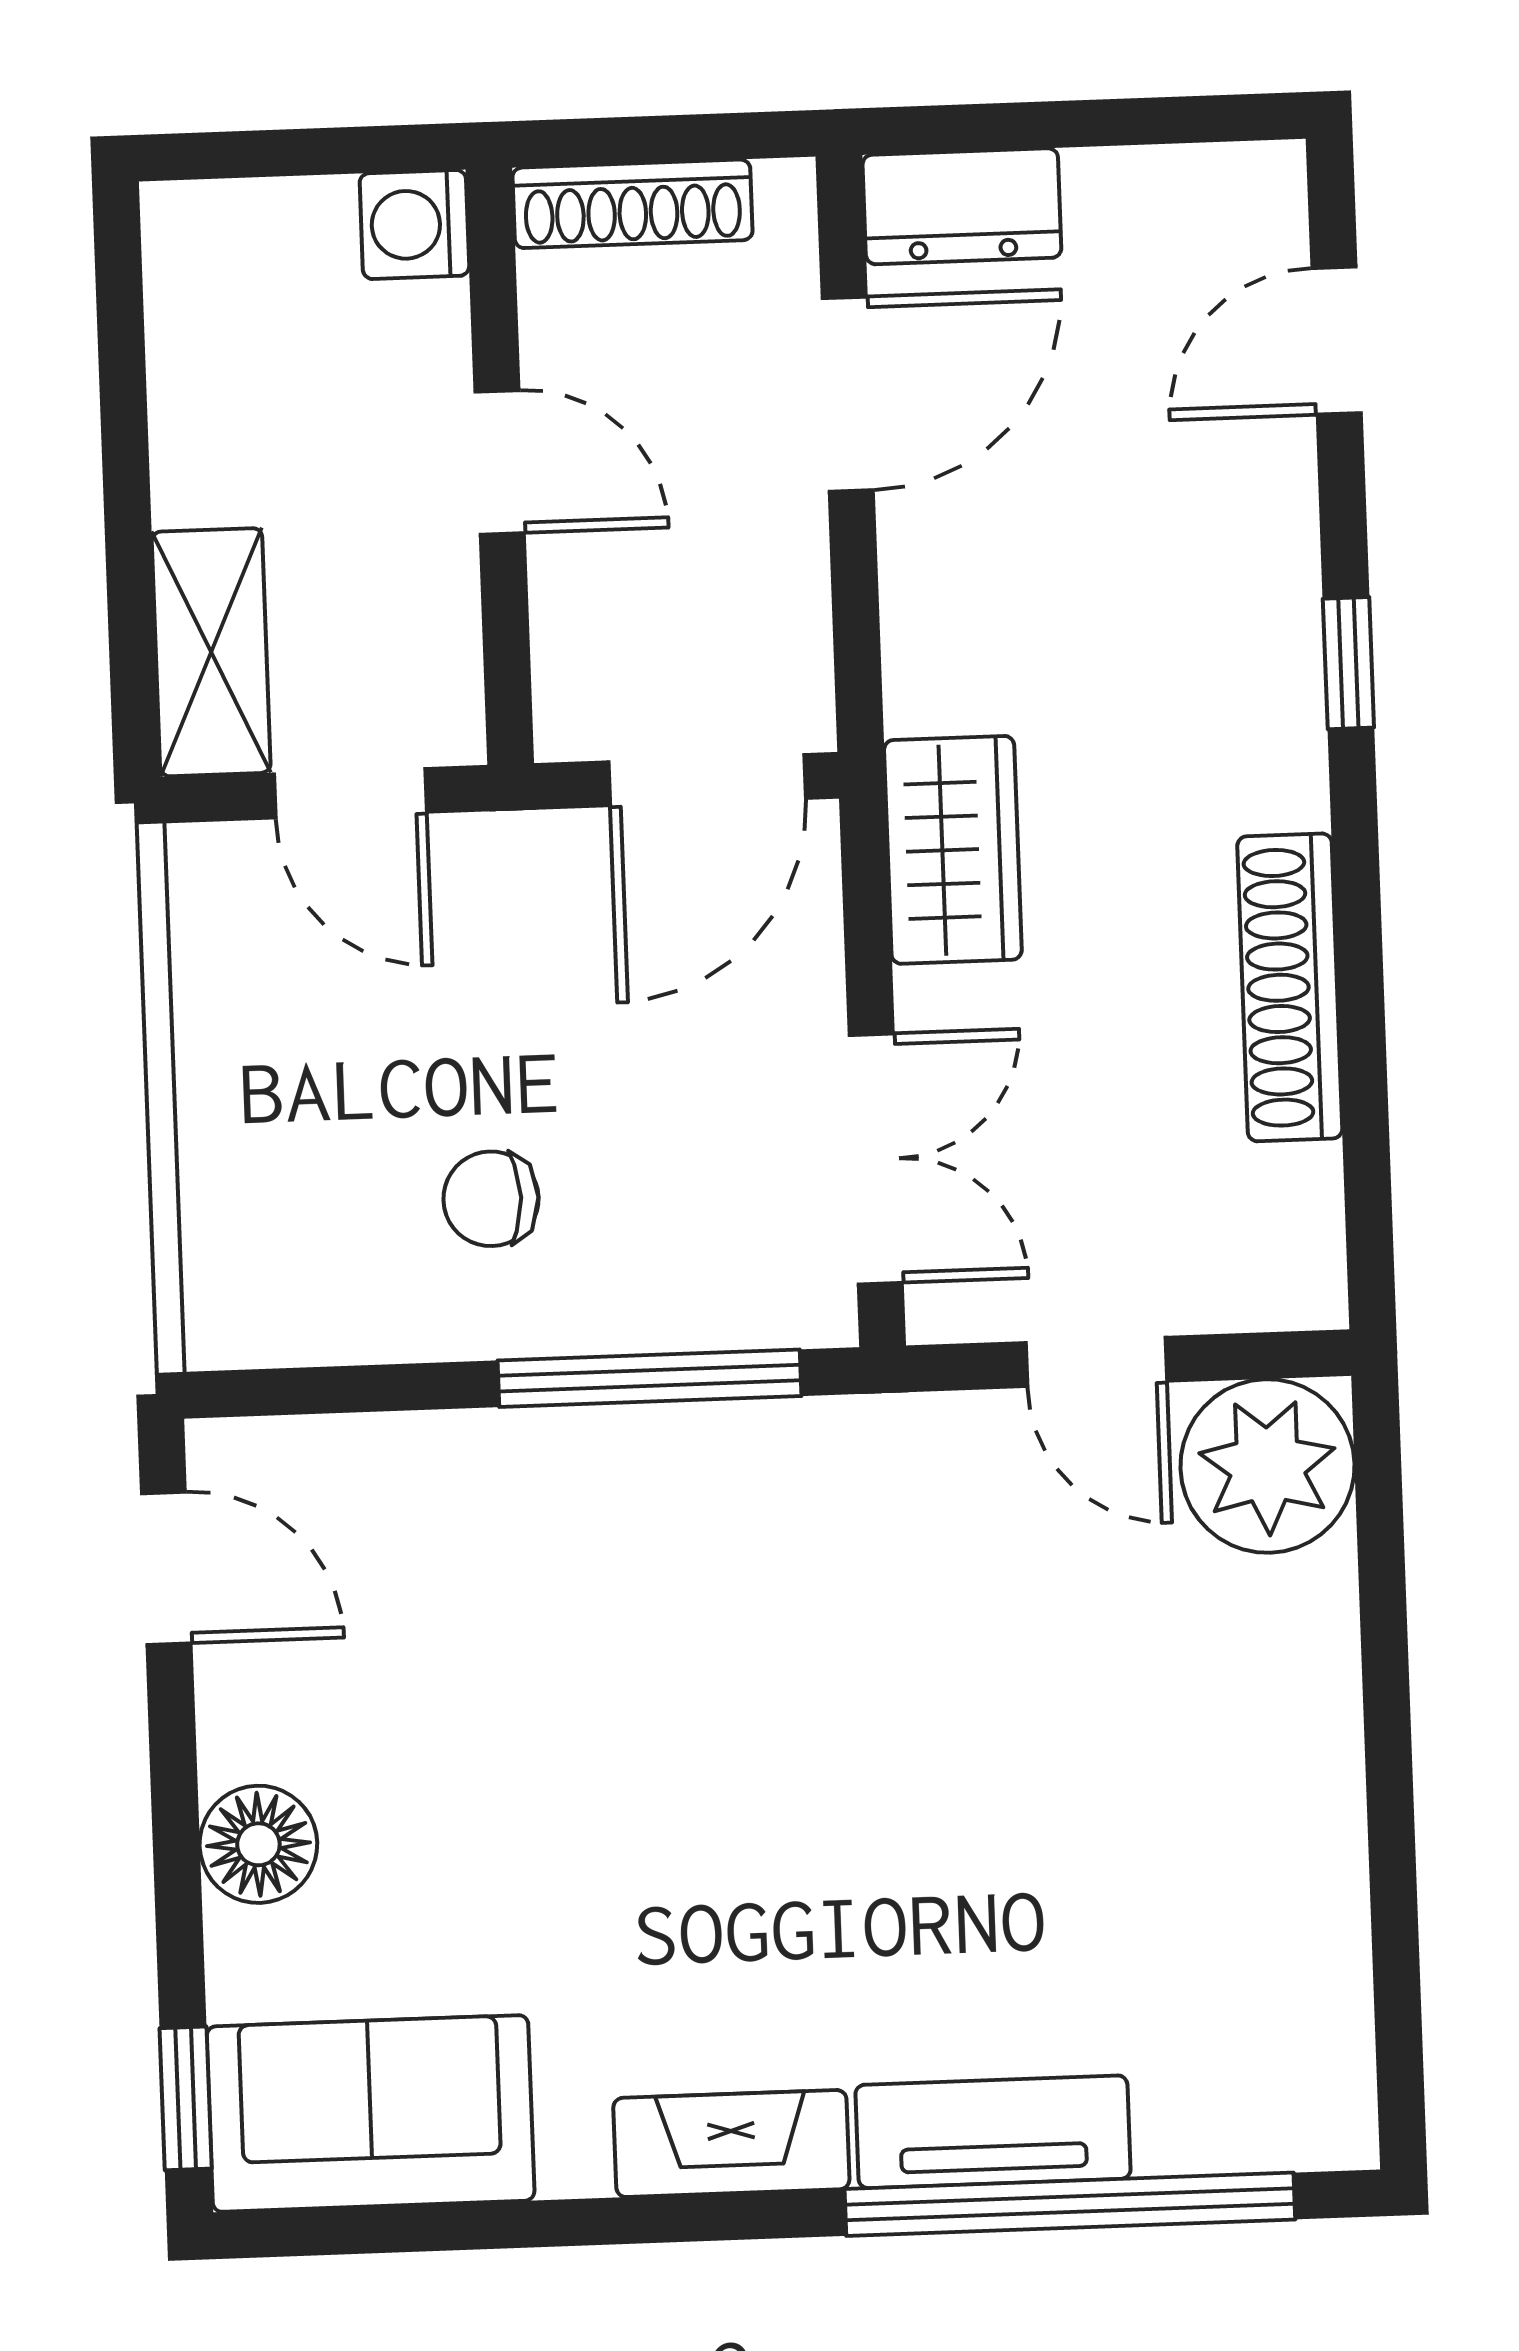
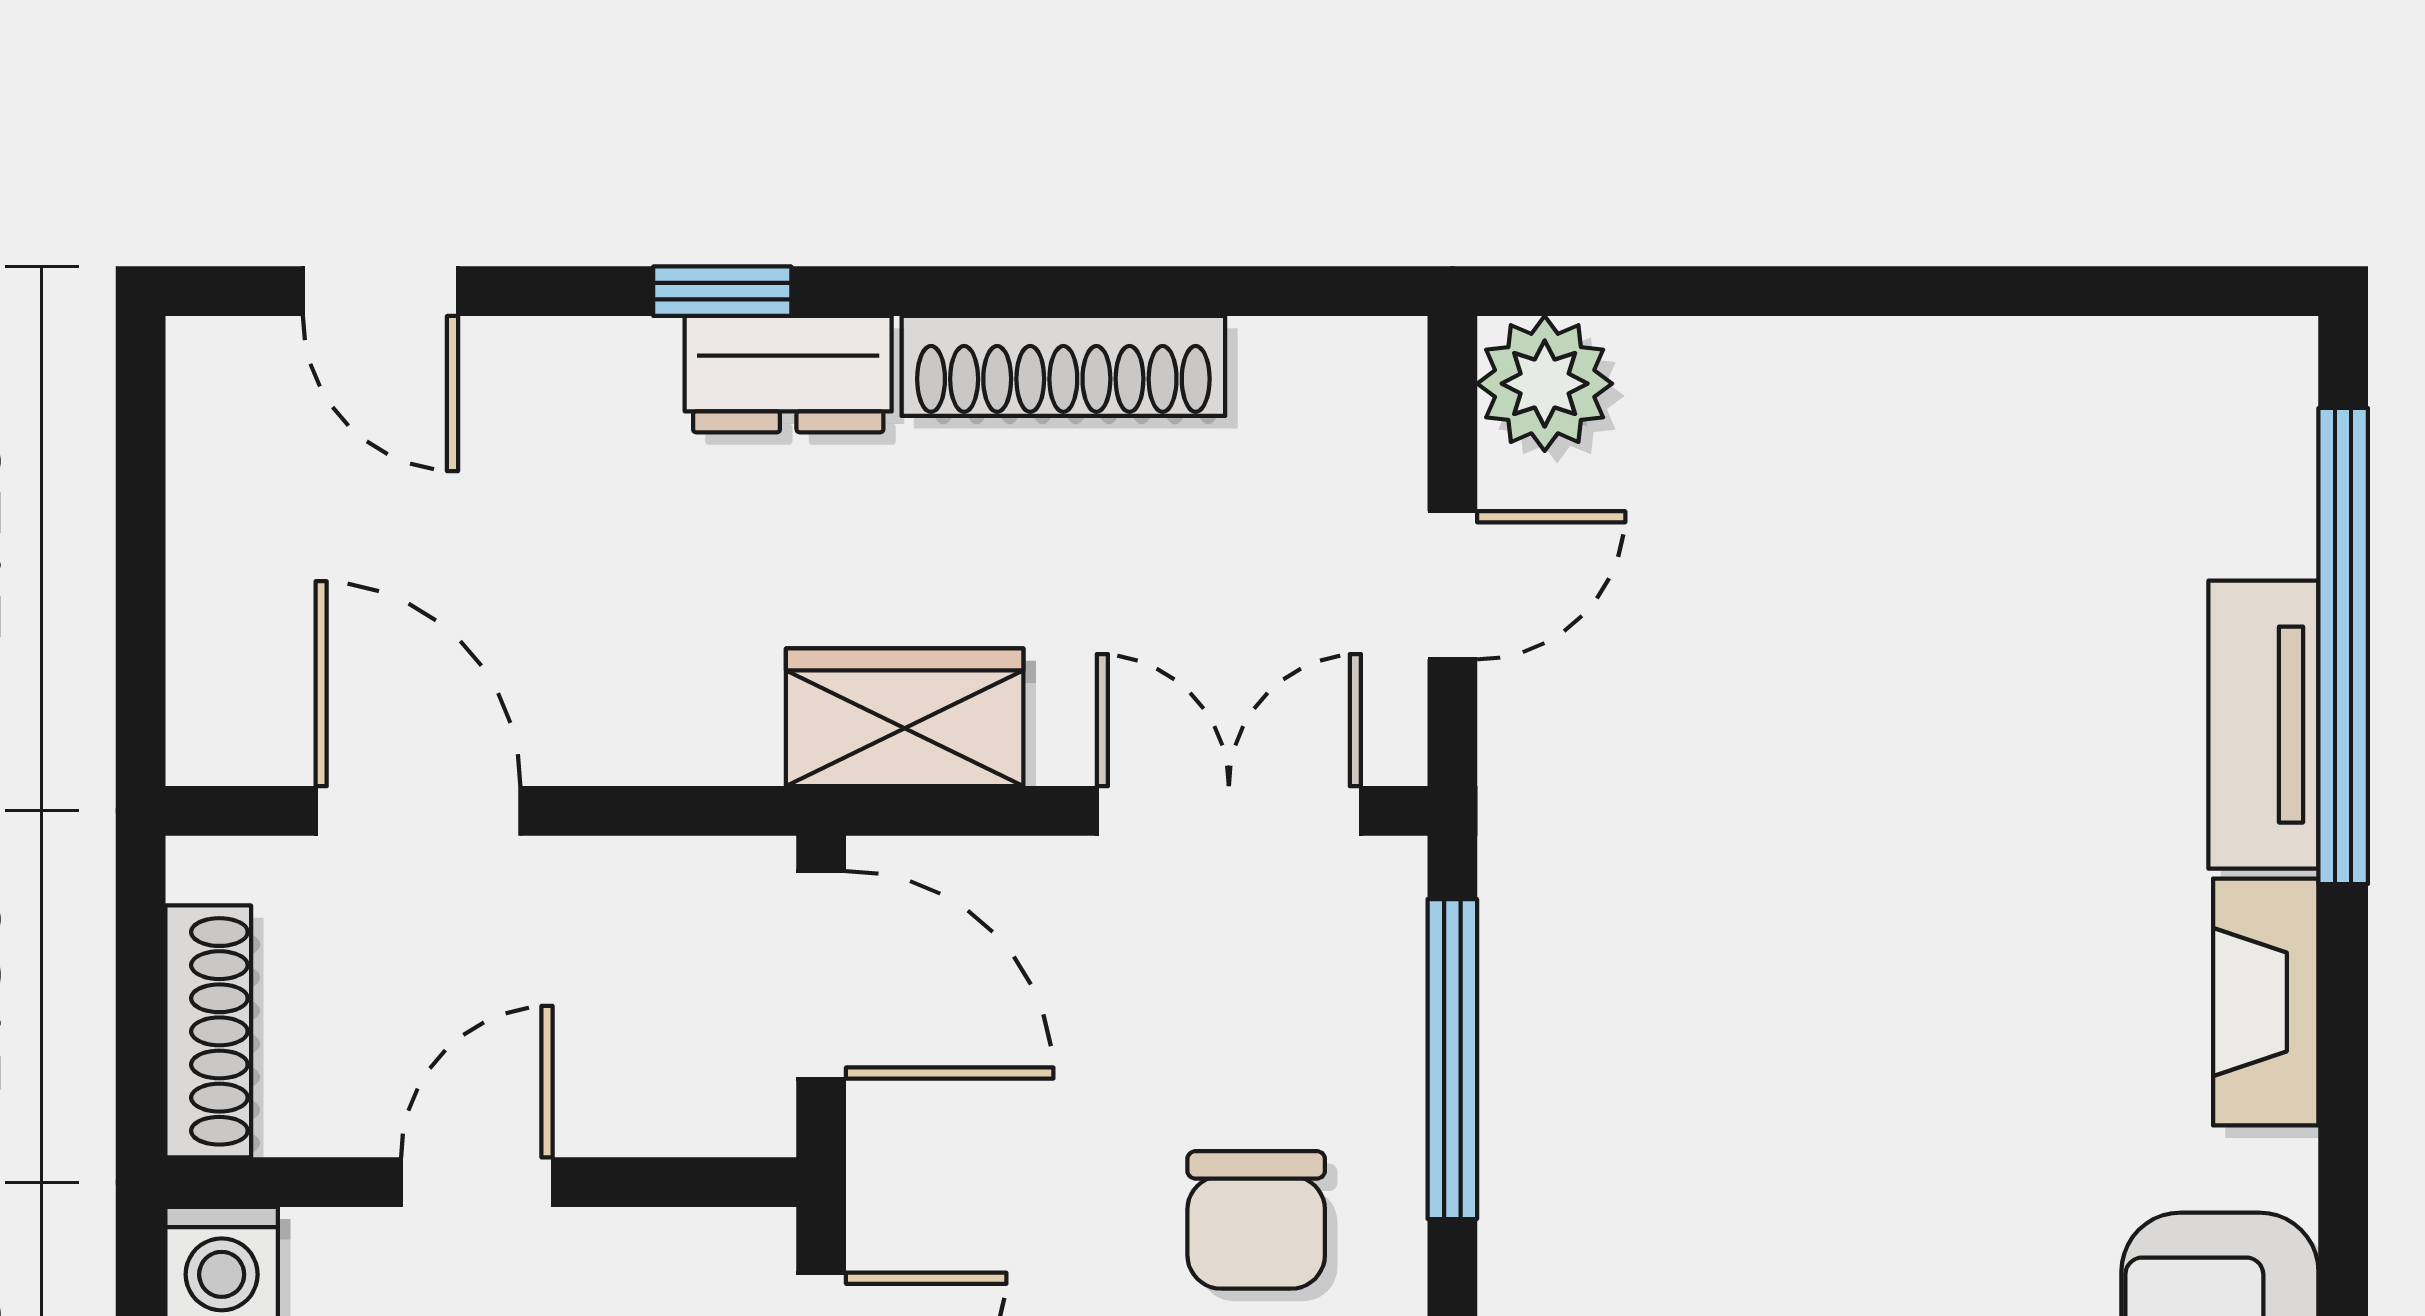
dresser: (962, 206) -> (788, 374), moved, turned 90
chair: (491, 1199) -> (1256, 1220), width x1.37, depth x1.37
plant: (1267, 1466) -> (1545, 384), width x0.73, depth x0.73

